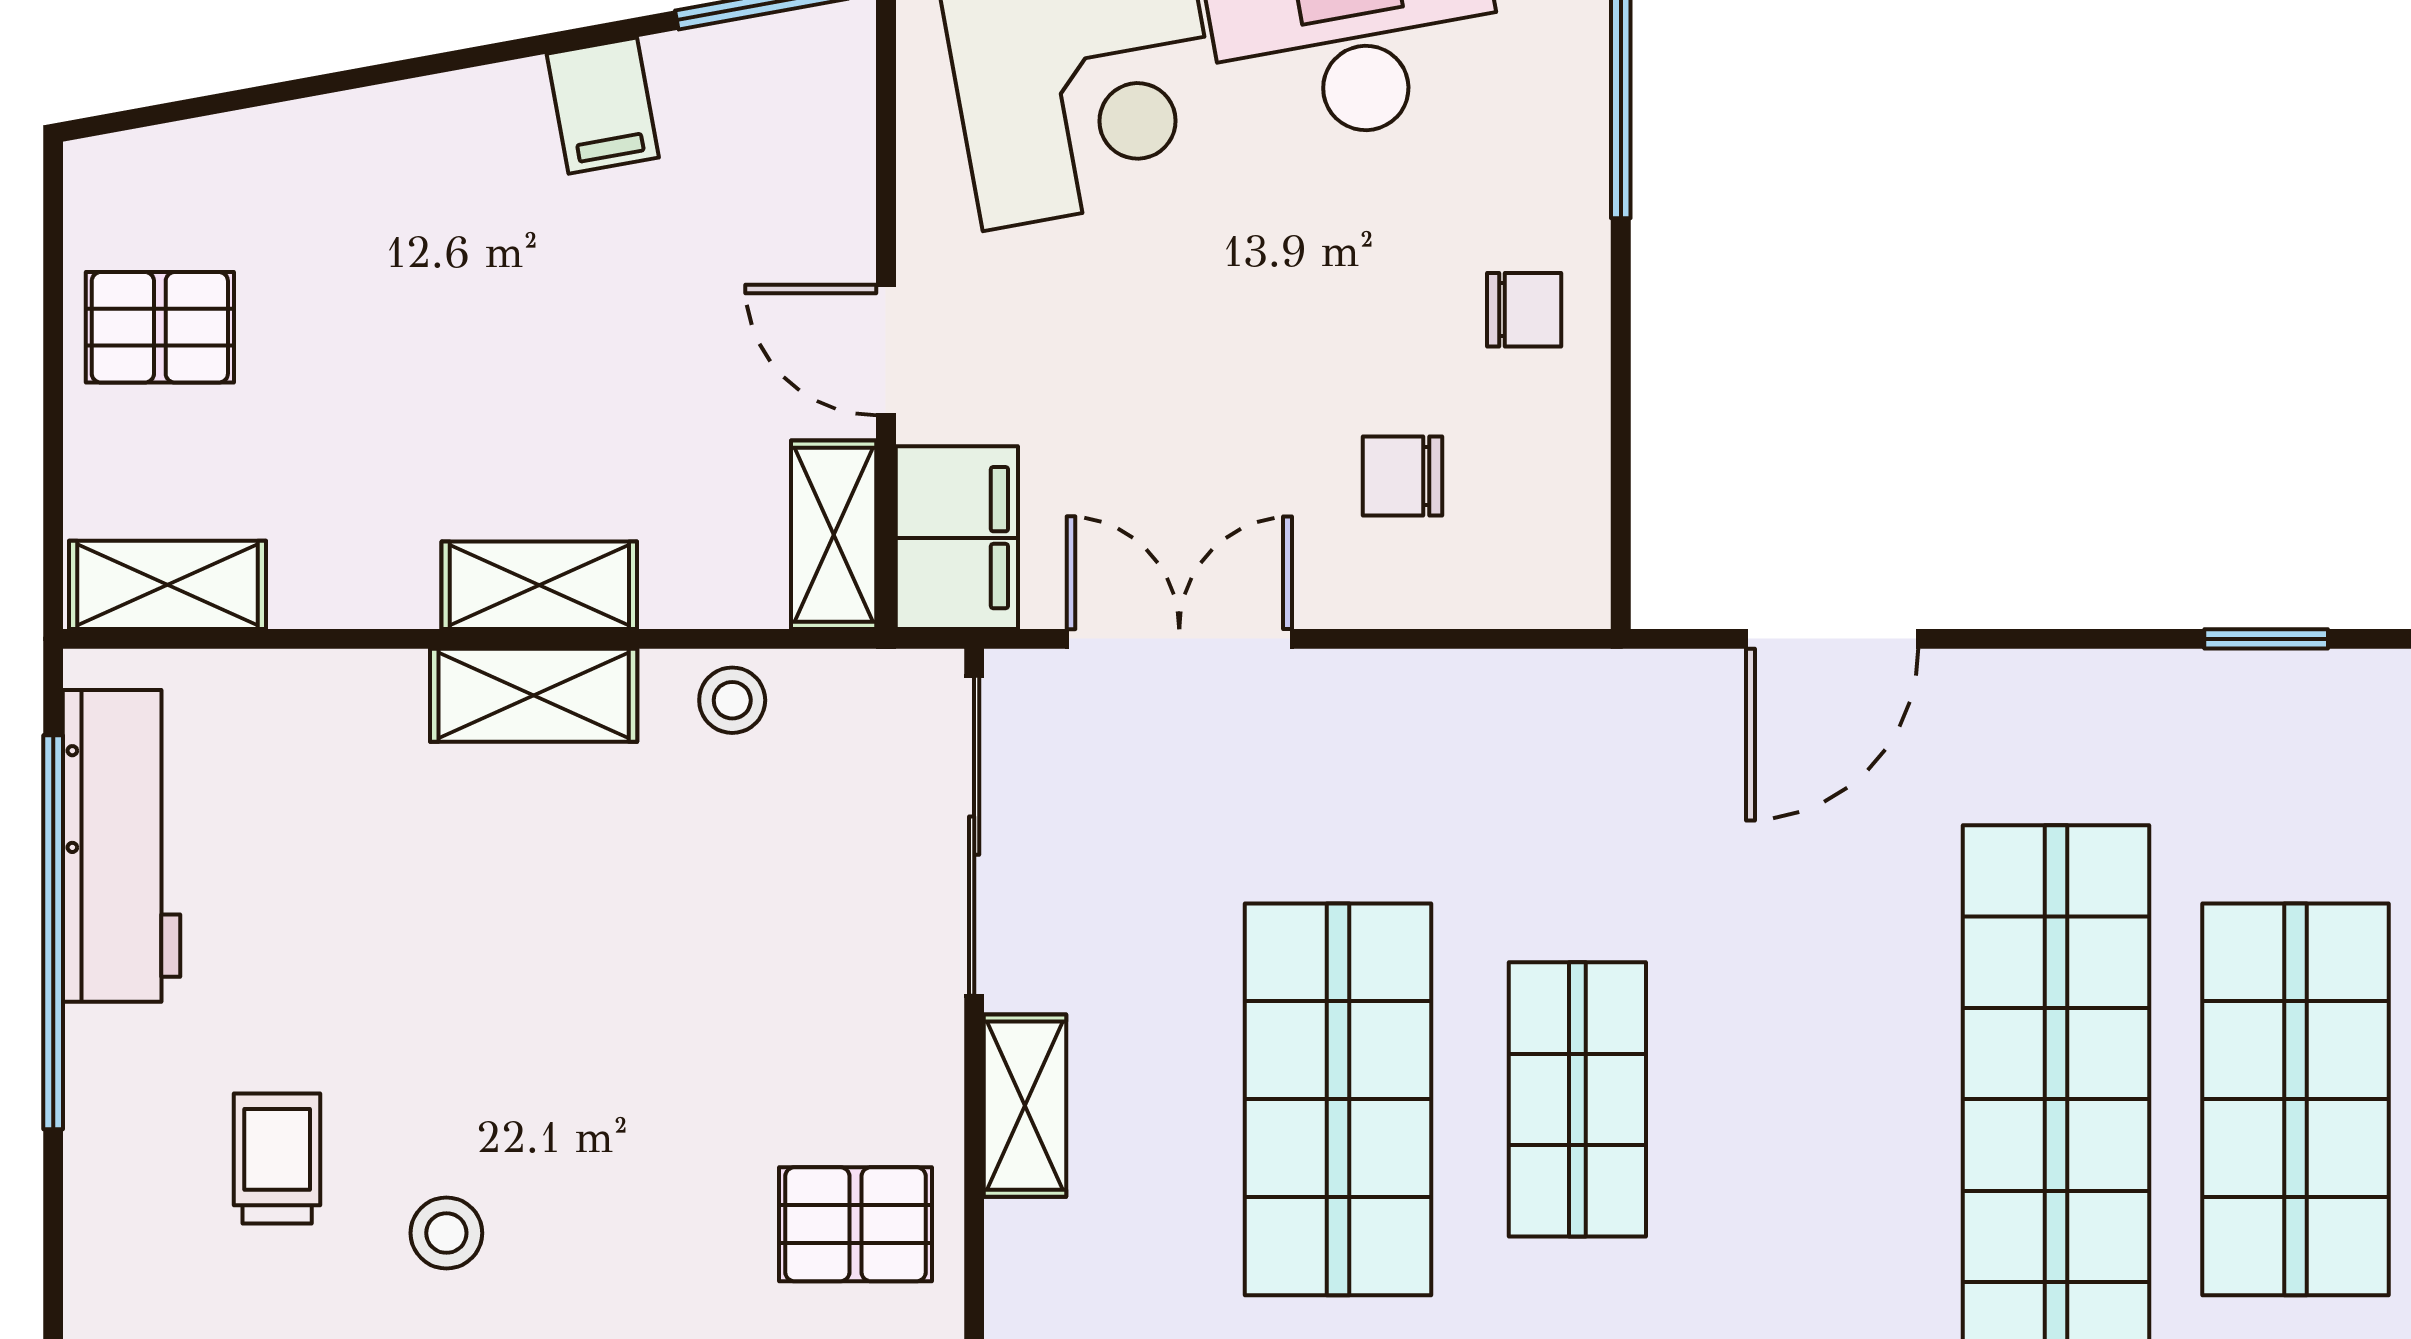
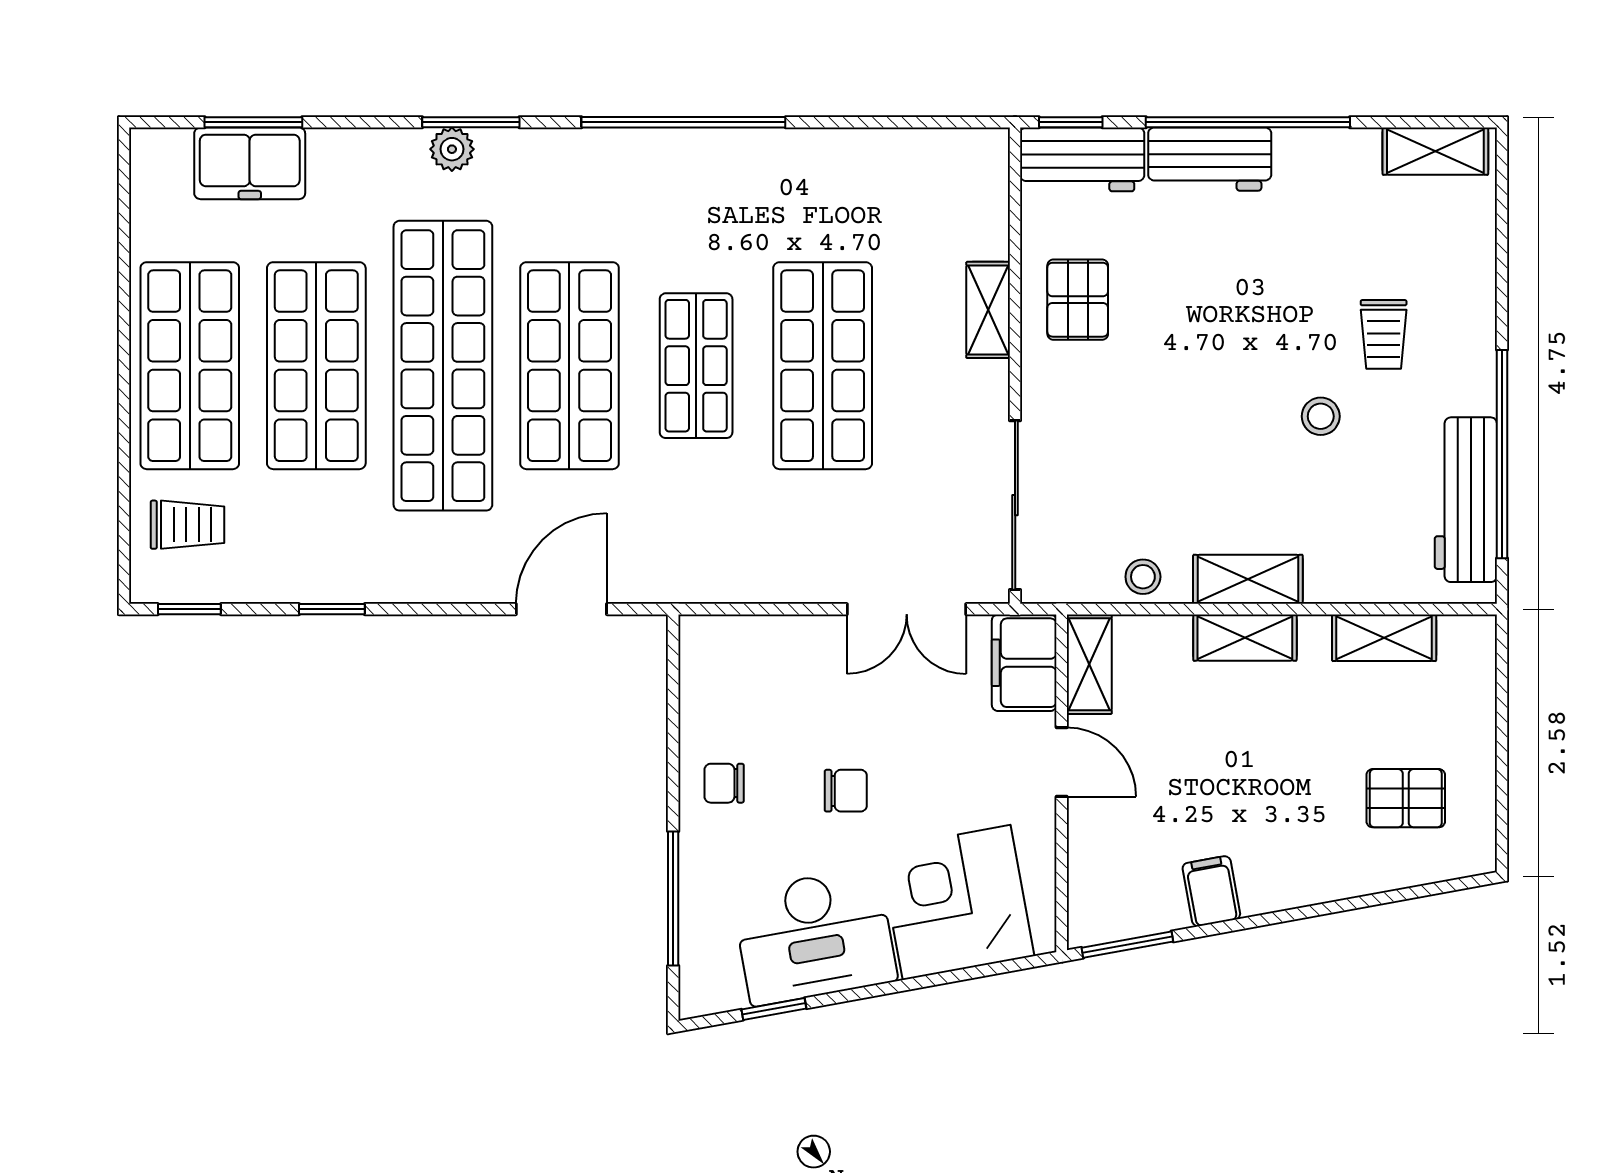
pallet: (160, 327) -> (1406, 798), moved
chair: (1402, 476) -> (846, 791), moved
shelving: (168, 585) -> (1384, 638), moved
shop shelf: (1817, 1099) -> (569, 366), added
shelving: (1025, 1106) -> (988, 310), moved
pallet: (856, 1224) -> (1078, 300), turned 90
stool: (446, 1233) -> (1321, 416), moved

